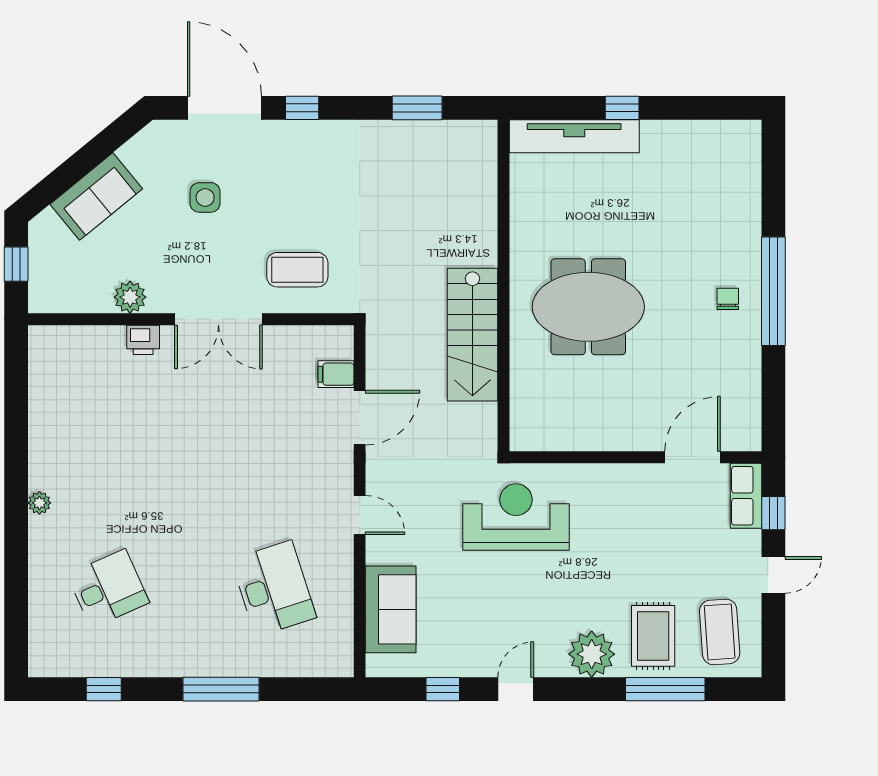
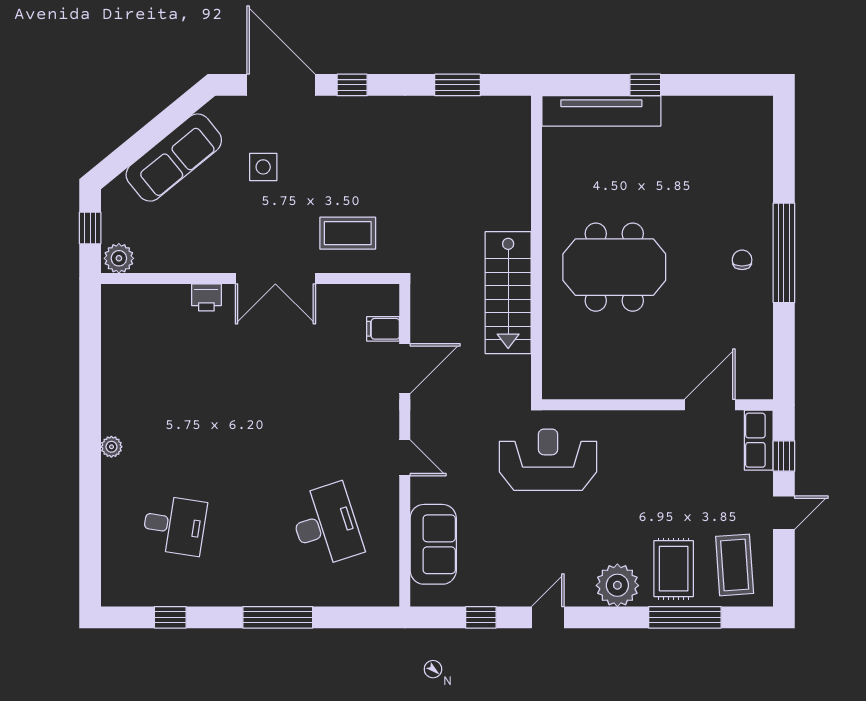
sofa: (96, 196) -> (174, 158), width x1.36
plant: (130, 297) -> (119, 258), moved
desk: (108, 589) -> (174, 525), turned 33

